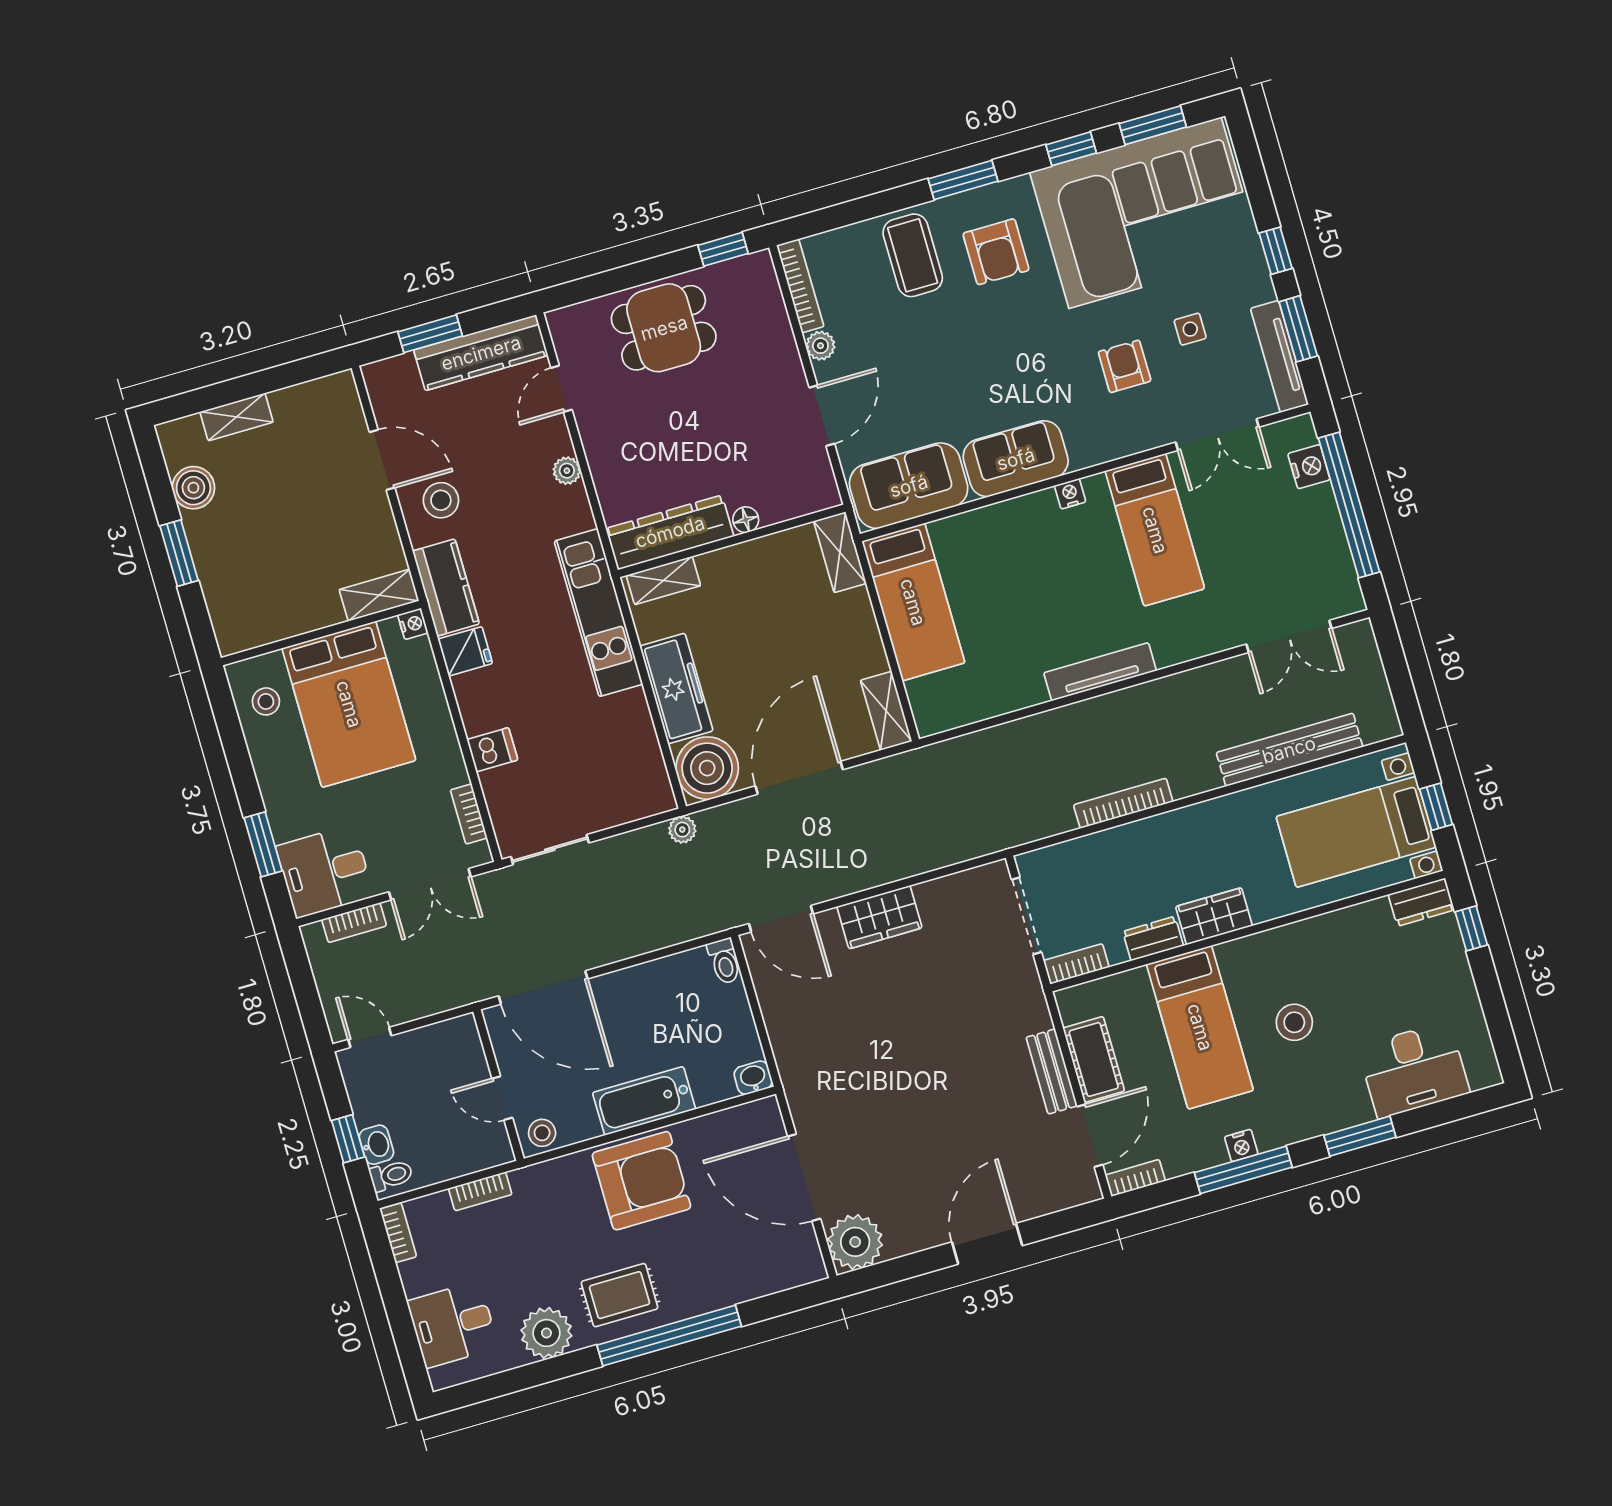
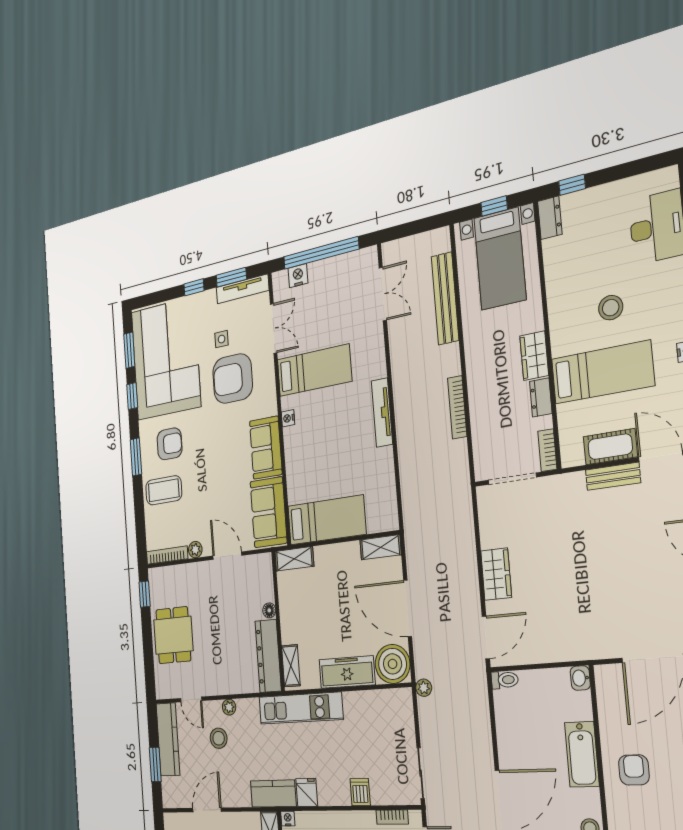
armchair: (1125, 366) -> (233, 379), width x1.88, depth x1.88
stool: (441, 500) -> (219, 738), moved
armchair: (641, 1181) -> (634, 770), width x0.53, depth x0.53

